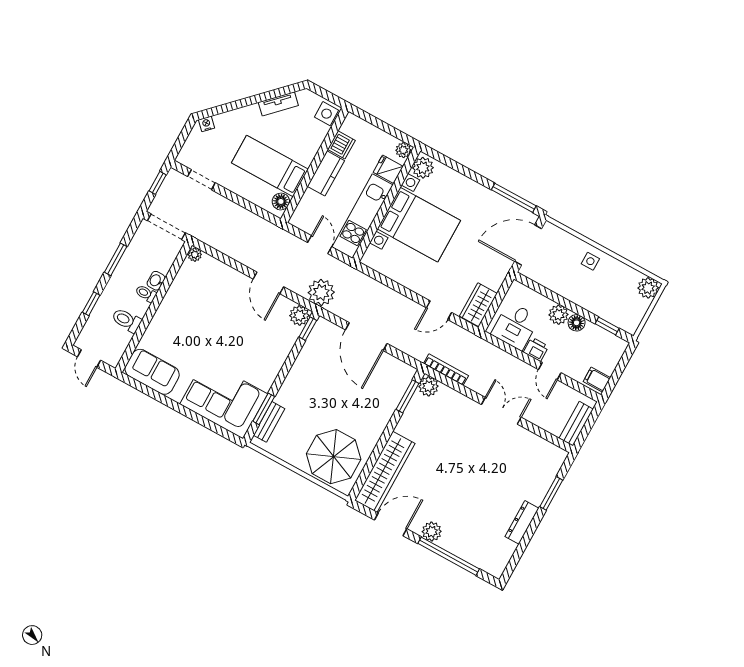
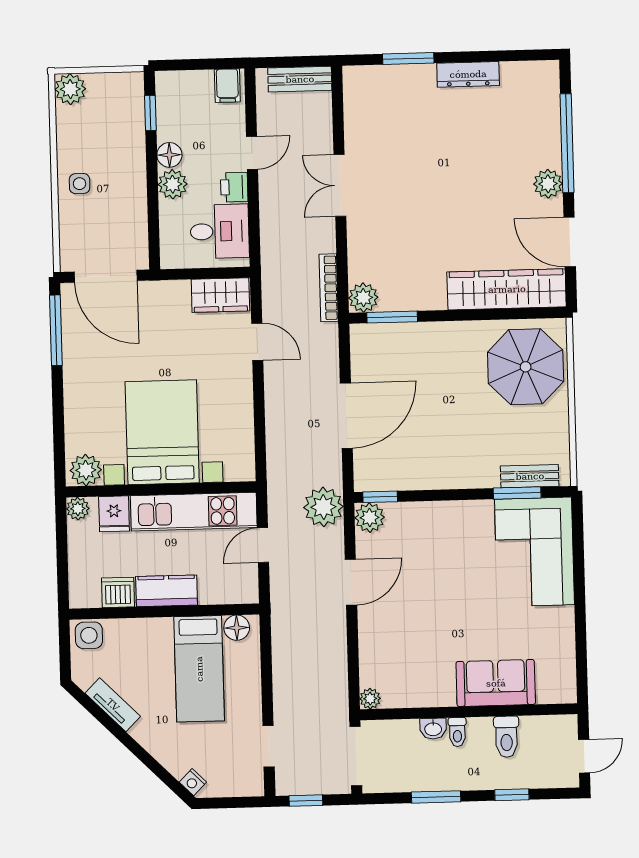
sofa: (152, 372) -> (496, 683), moved, turned 90

